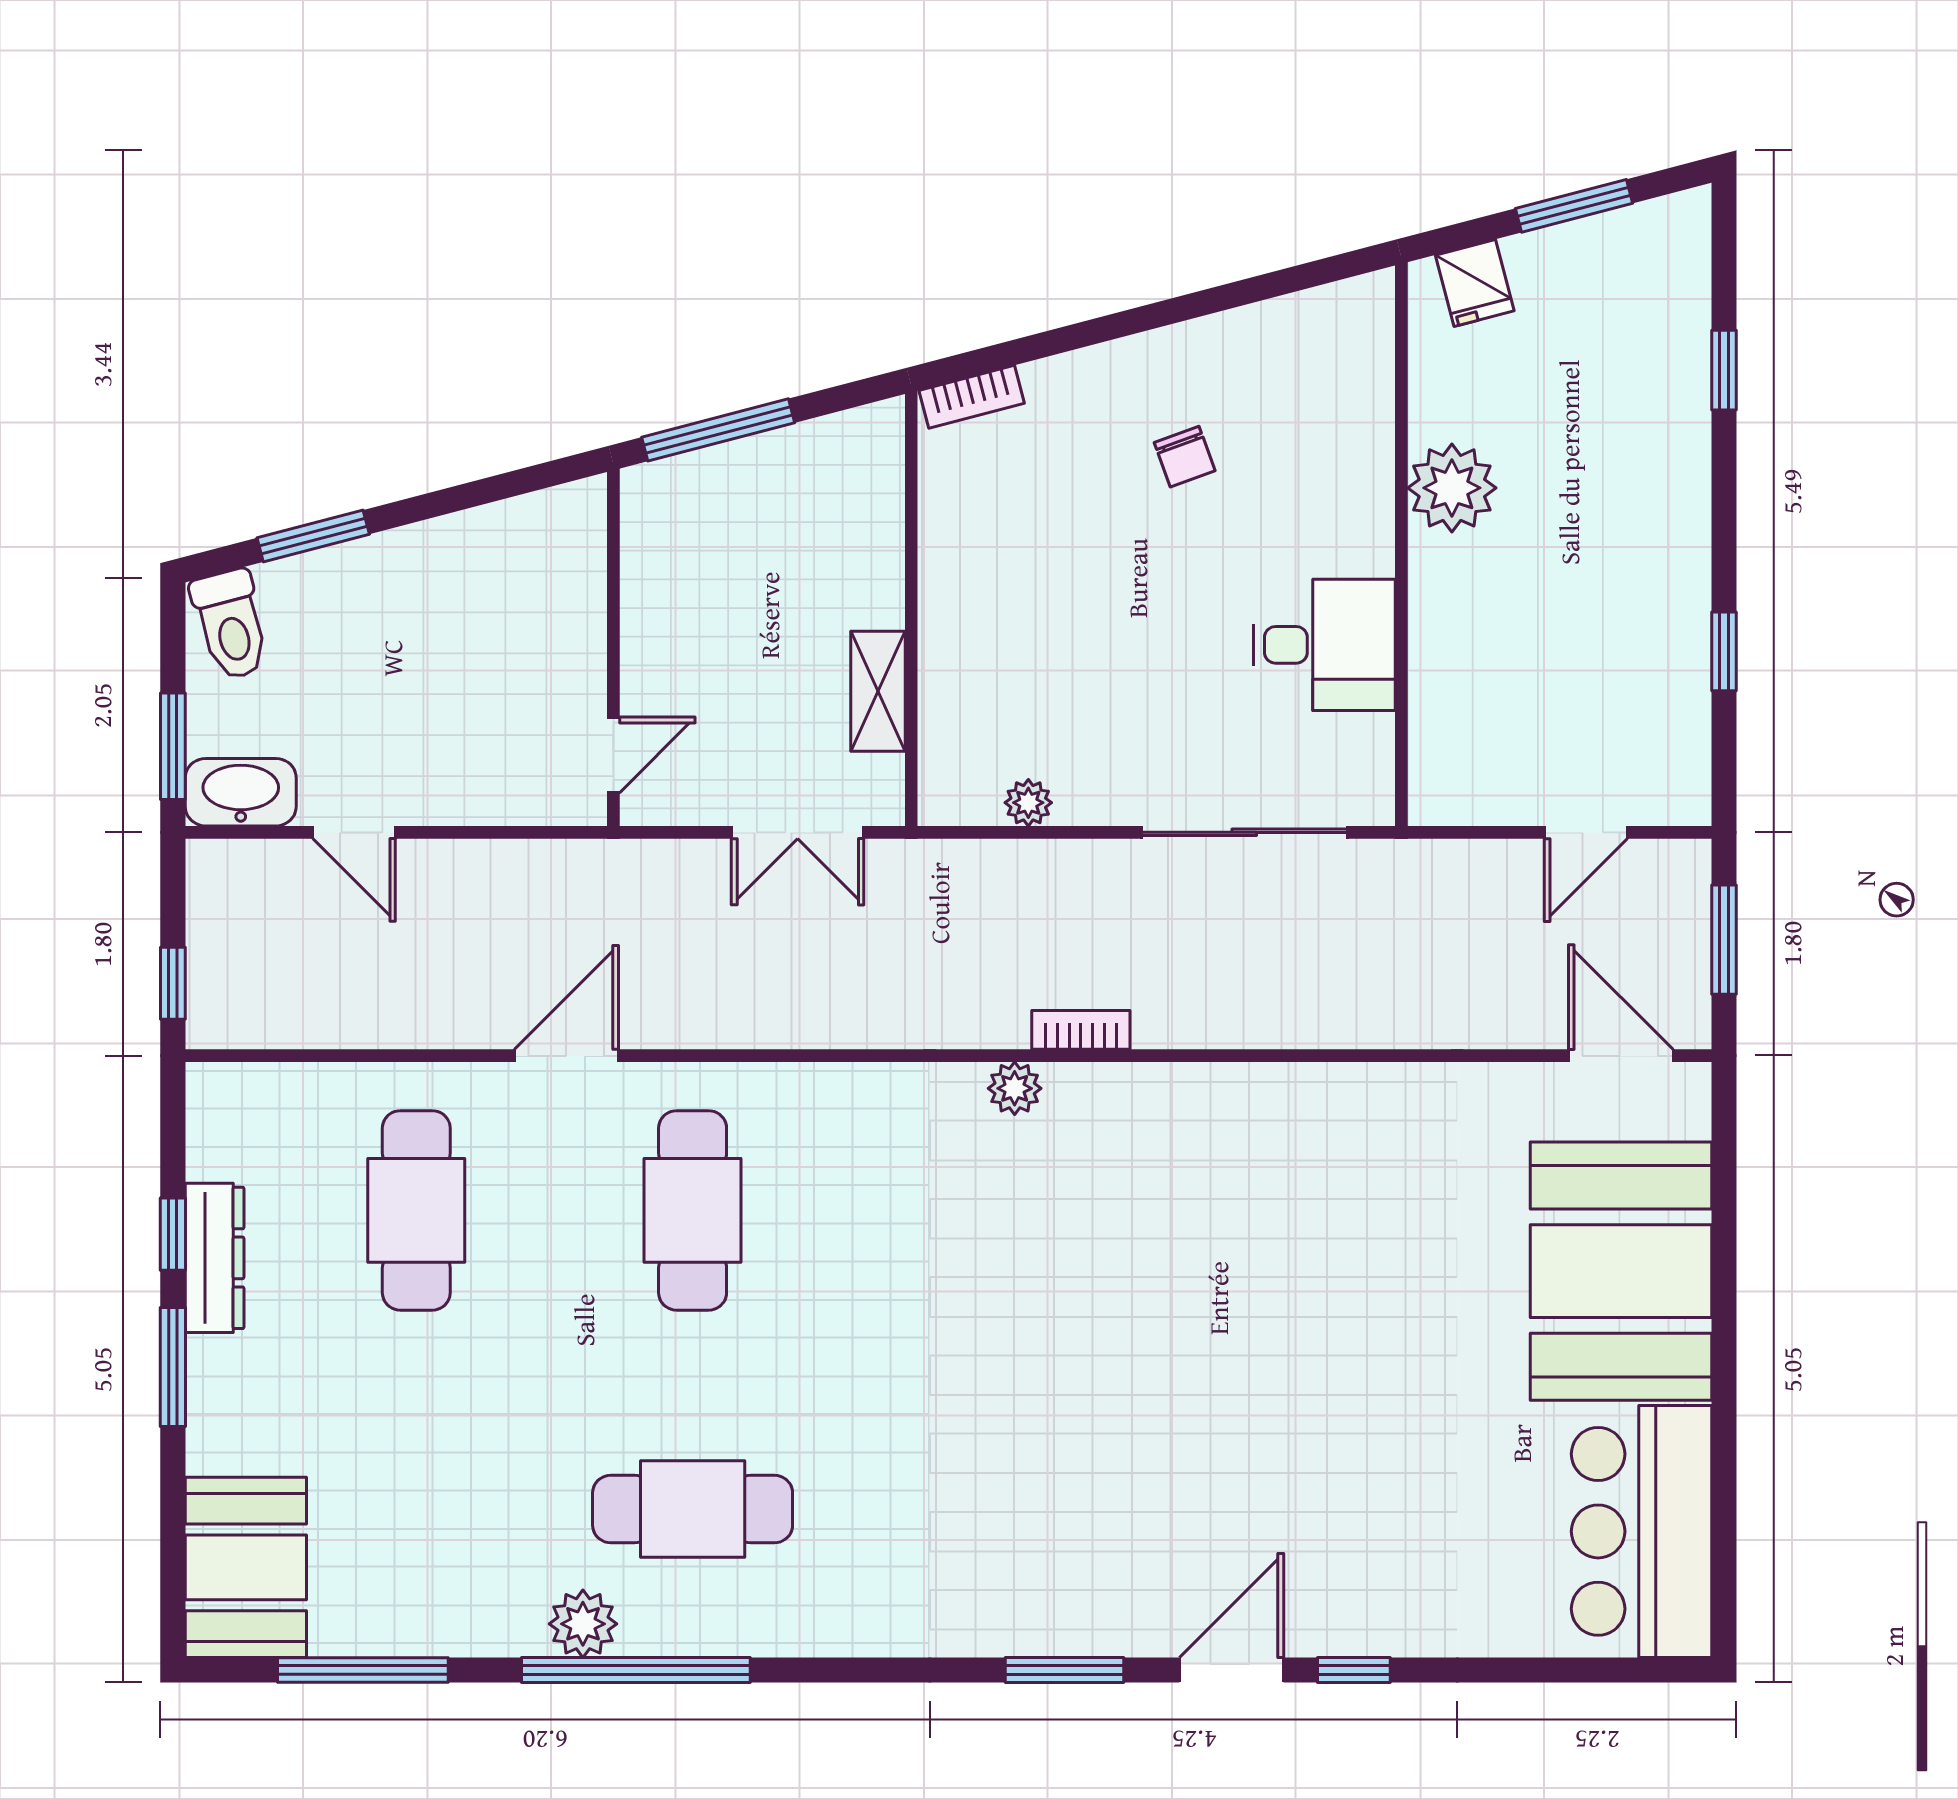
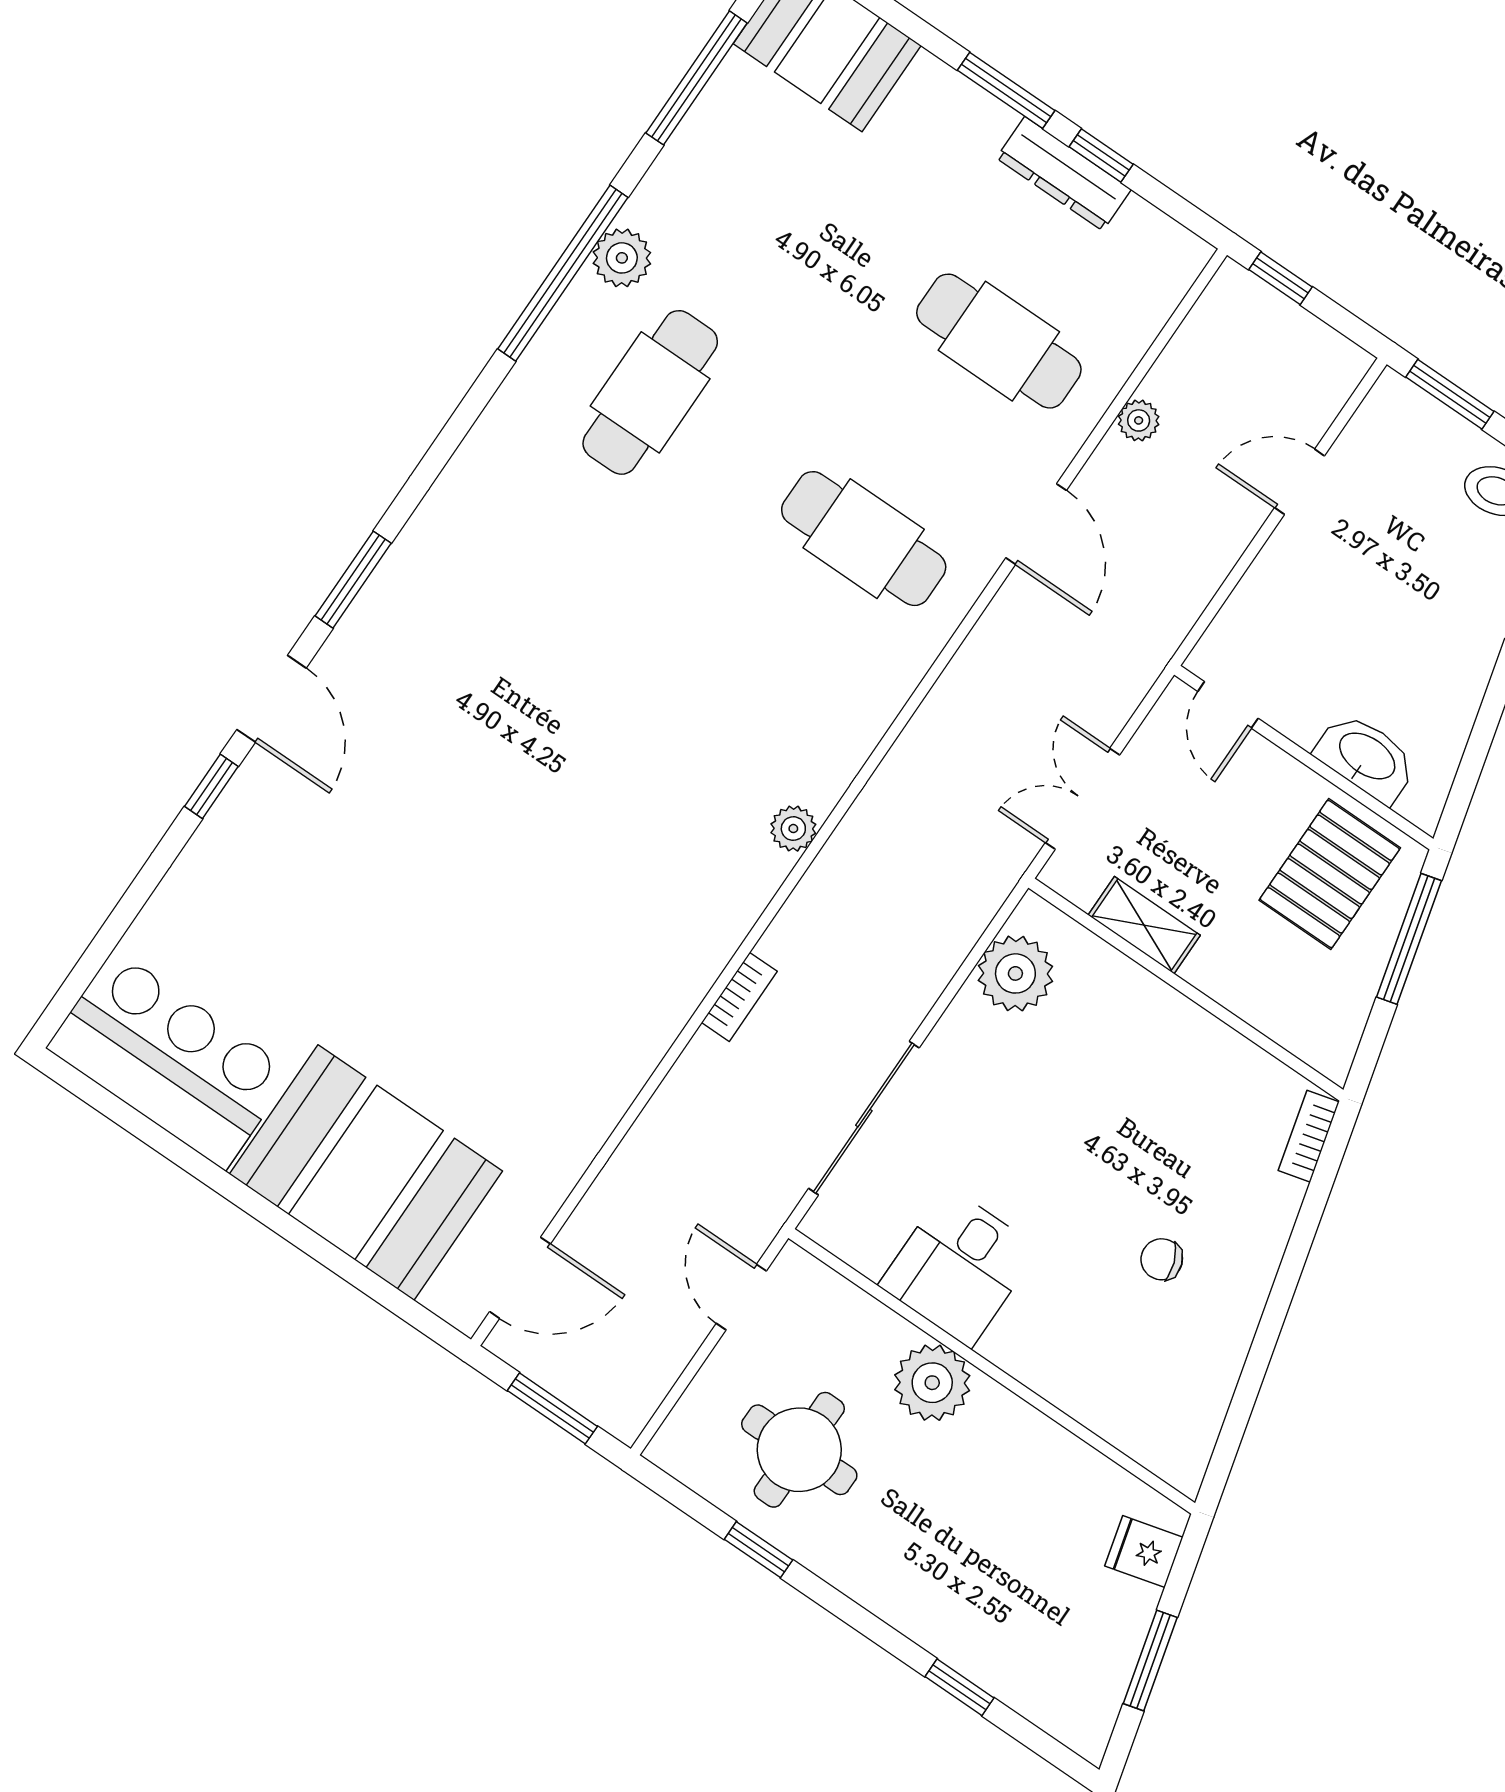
plant: (1452, 488) -> (932, 1383), moved
pallet: (708, 548) -> (1330, 874), added
round table: (1602, 678) -> (799, 1450), added
washbasin: (241, 792) -> (1366, 757), moved, turned -90
plant: (1028, 803) -> (1015, 973), width x1.88, depth x1.88
door: (1586, 832) -> (741, 1297), moved
plant: (401, 1026) -> (1139, 420), added
bookcase: (1081, 1030) -> (739, 997), moved

